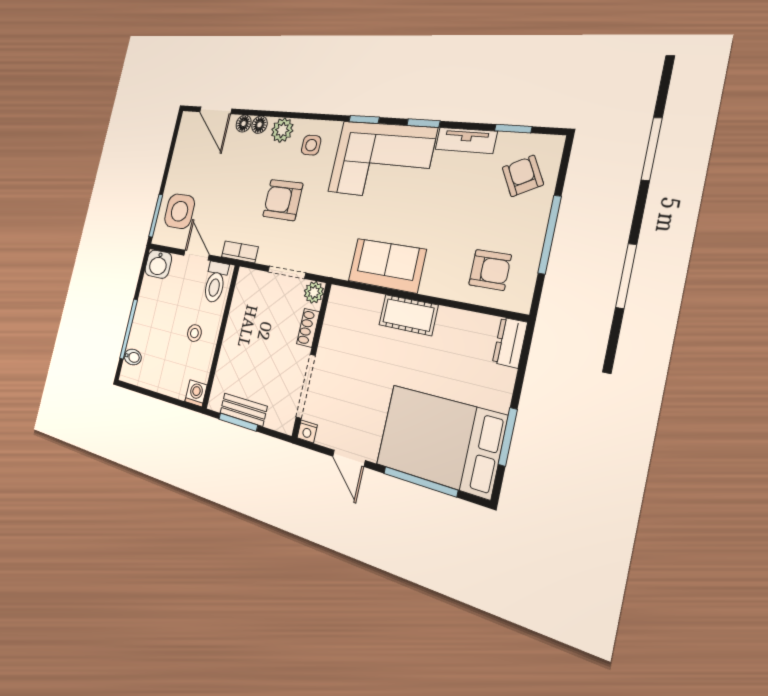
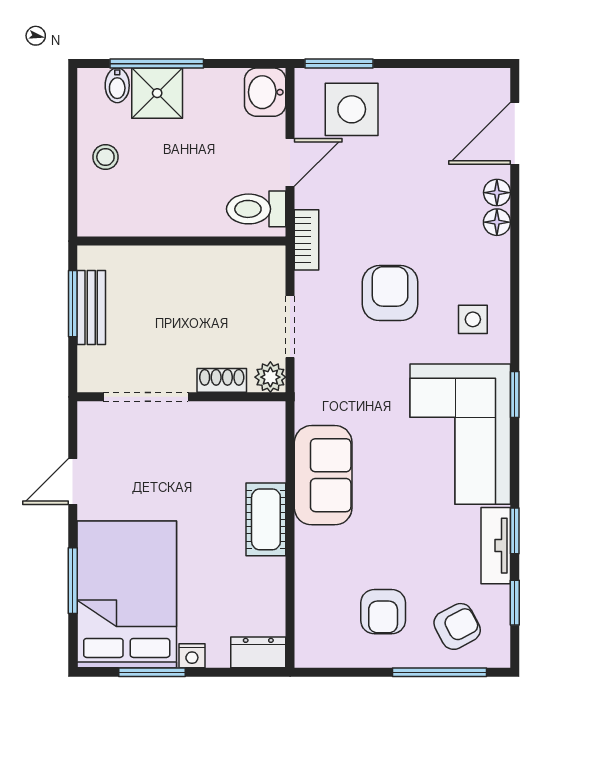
window: (423, 123) -> (515, 531), moved
plant: (282, 130) -> (491, 265), removed
window: (550, 235) -> (440, 672), moved
armchair: (490, 270) -> (383, 612), moved
shower: (142, 333) -> (157, 93), added
stool: (194, 333) -> (105, 157), moved
washing machine: (196, 393) -> (93, 220), removed
nightstand: (307, 431) -> (192, 656), moved, turned -90
window: (420, 482) -> (73, 581), width x0.69

